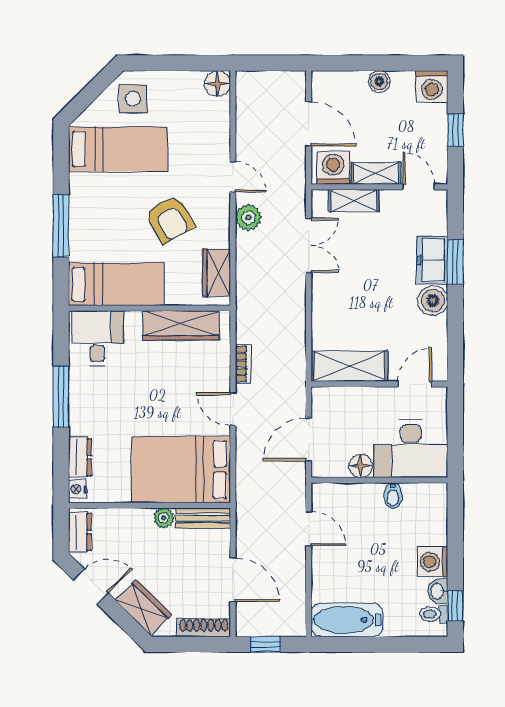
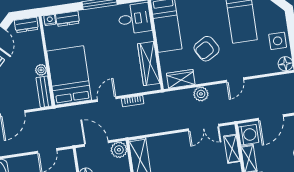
side table: (133, 99) -> (278, 41), moved
plant: (248, 218) -> (201, 94), moved
plant: (326, 401) -> (119, 150), added

